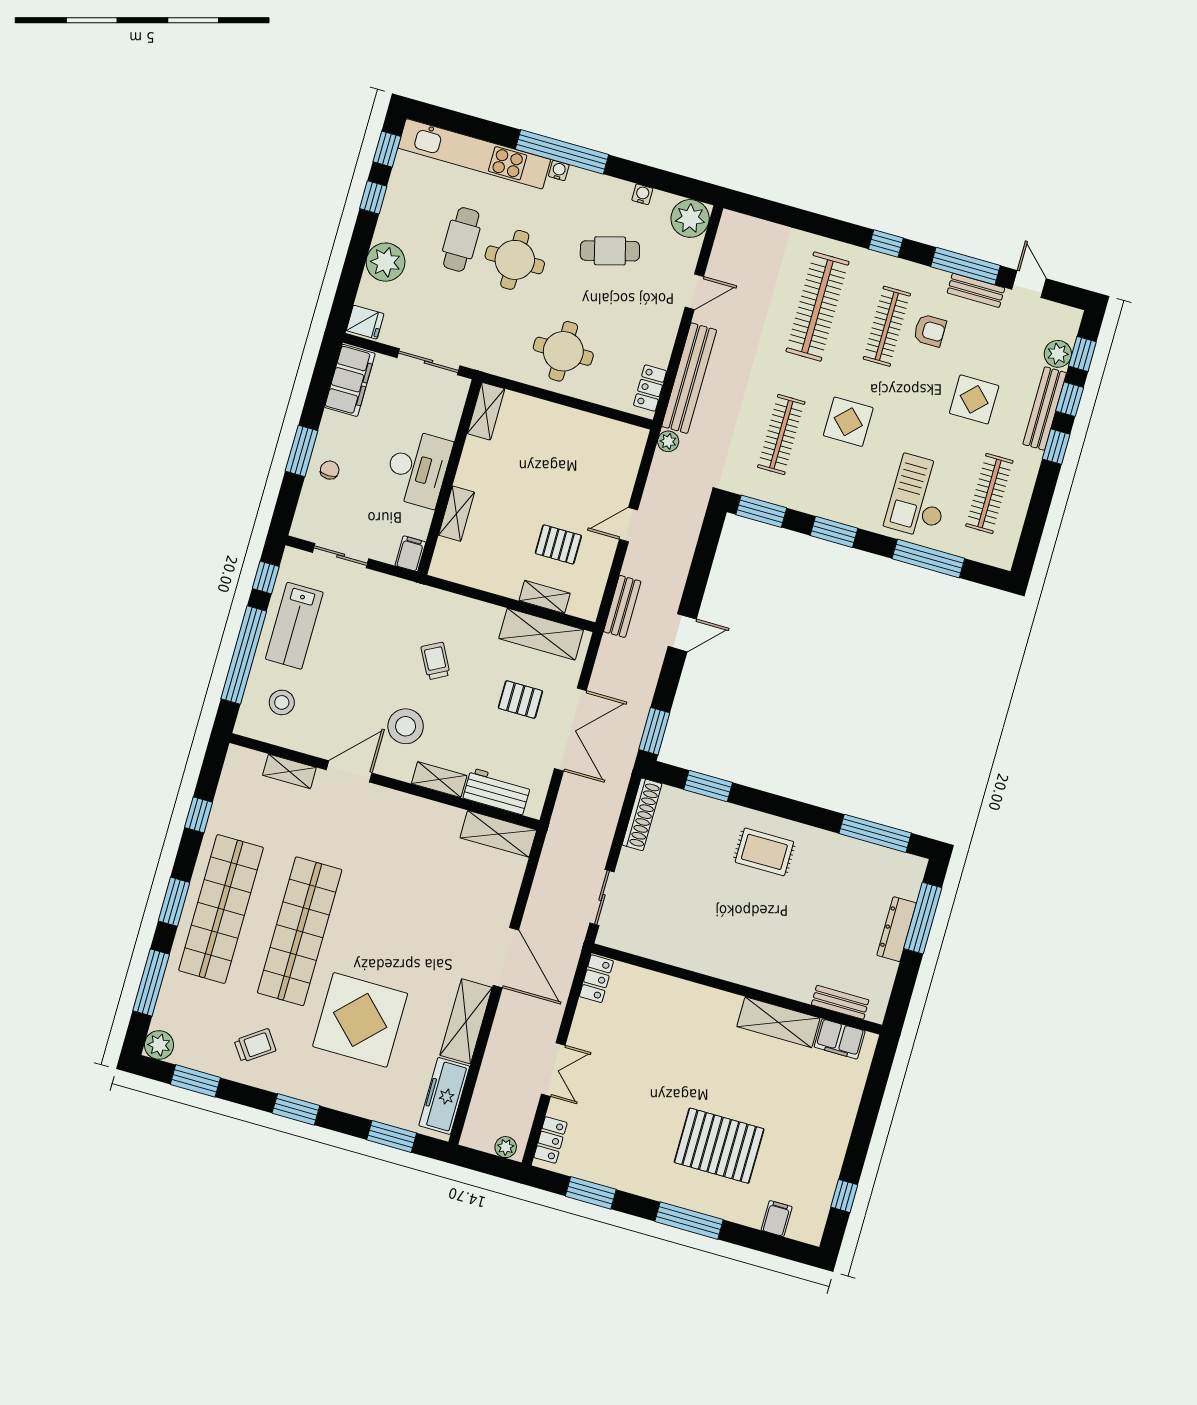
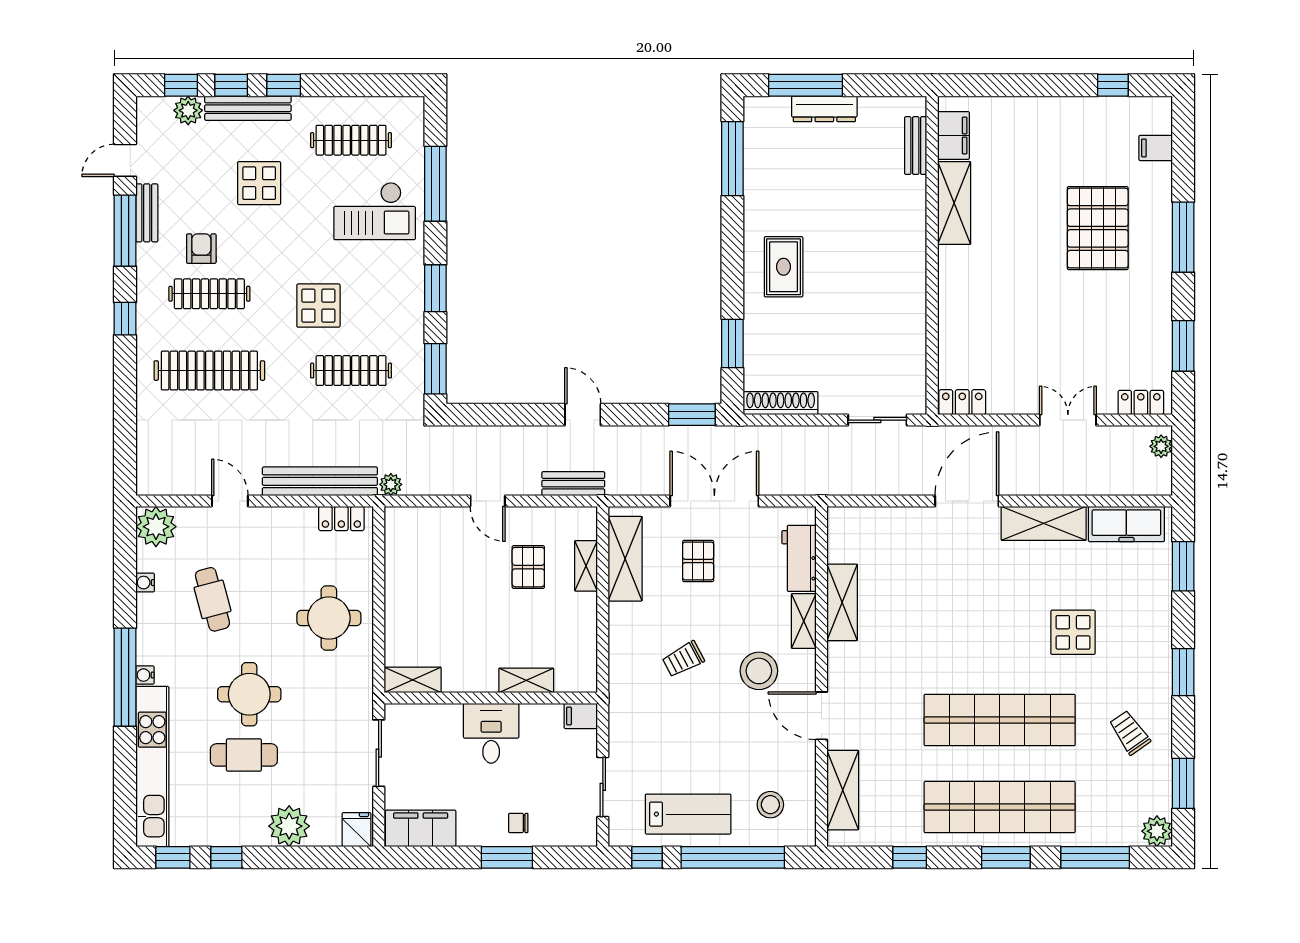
desk: (418, 468) -> (491, 733), width x0.73
shelving: (289, 771) -> (843, 790), width x1.50, depth x1.33
shelving: (498, 834) -> (842, 602), moved
display table: (360, 1020) -> (1073, 632), width x0.54, depth x0.54

